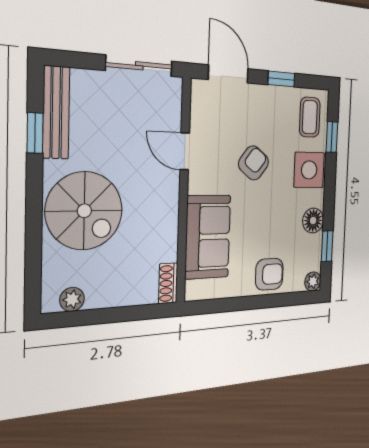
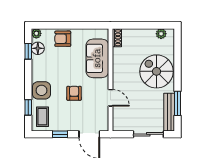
sliding door: (139, 66) -> (148, 134), moved
window: (35, 133) -> (178, 103), width x1.50
armchair: (254, 163) -> (74, 93), turned 142
floor lamp: (313, 221) -> (38, 48), moved

